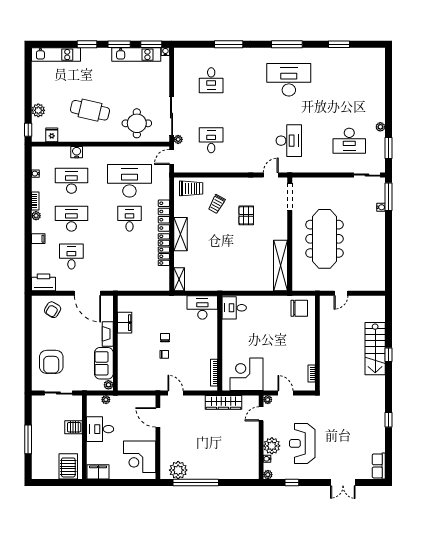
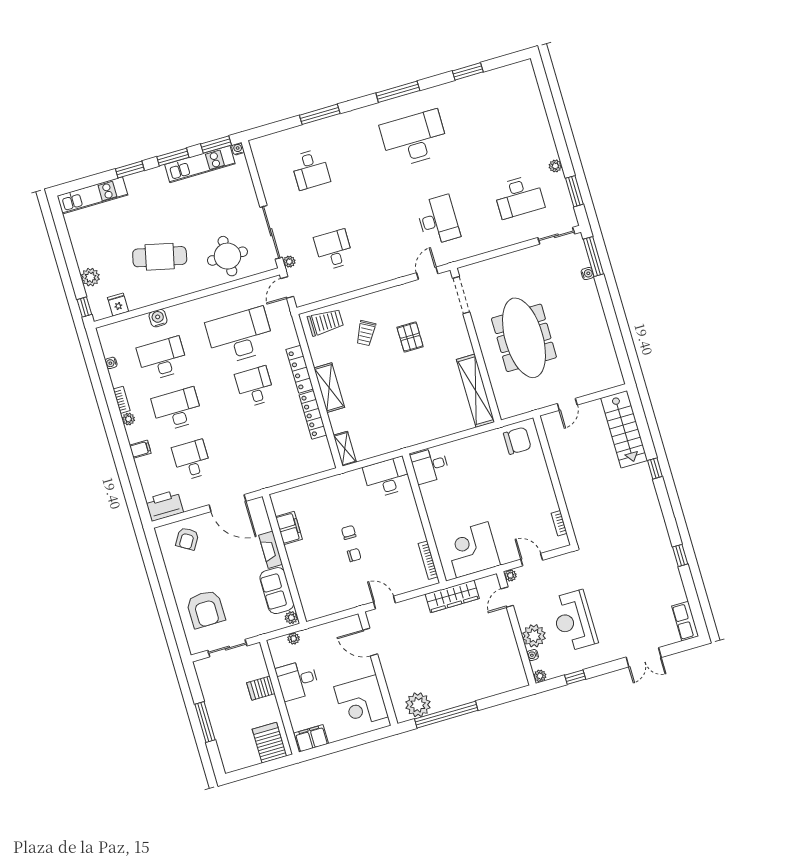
stairs: (375, 349) -> (624, 429), moved

